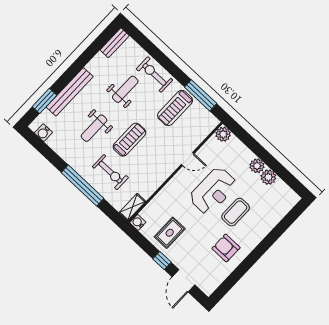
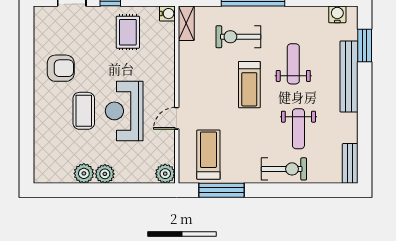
treadmill: (175, 108) -> (208, 155), moved

